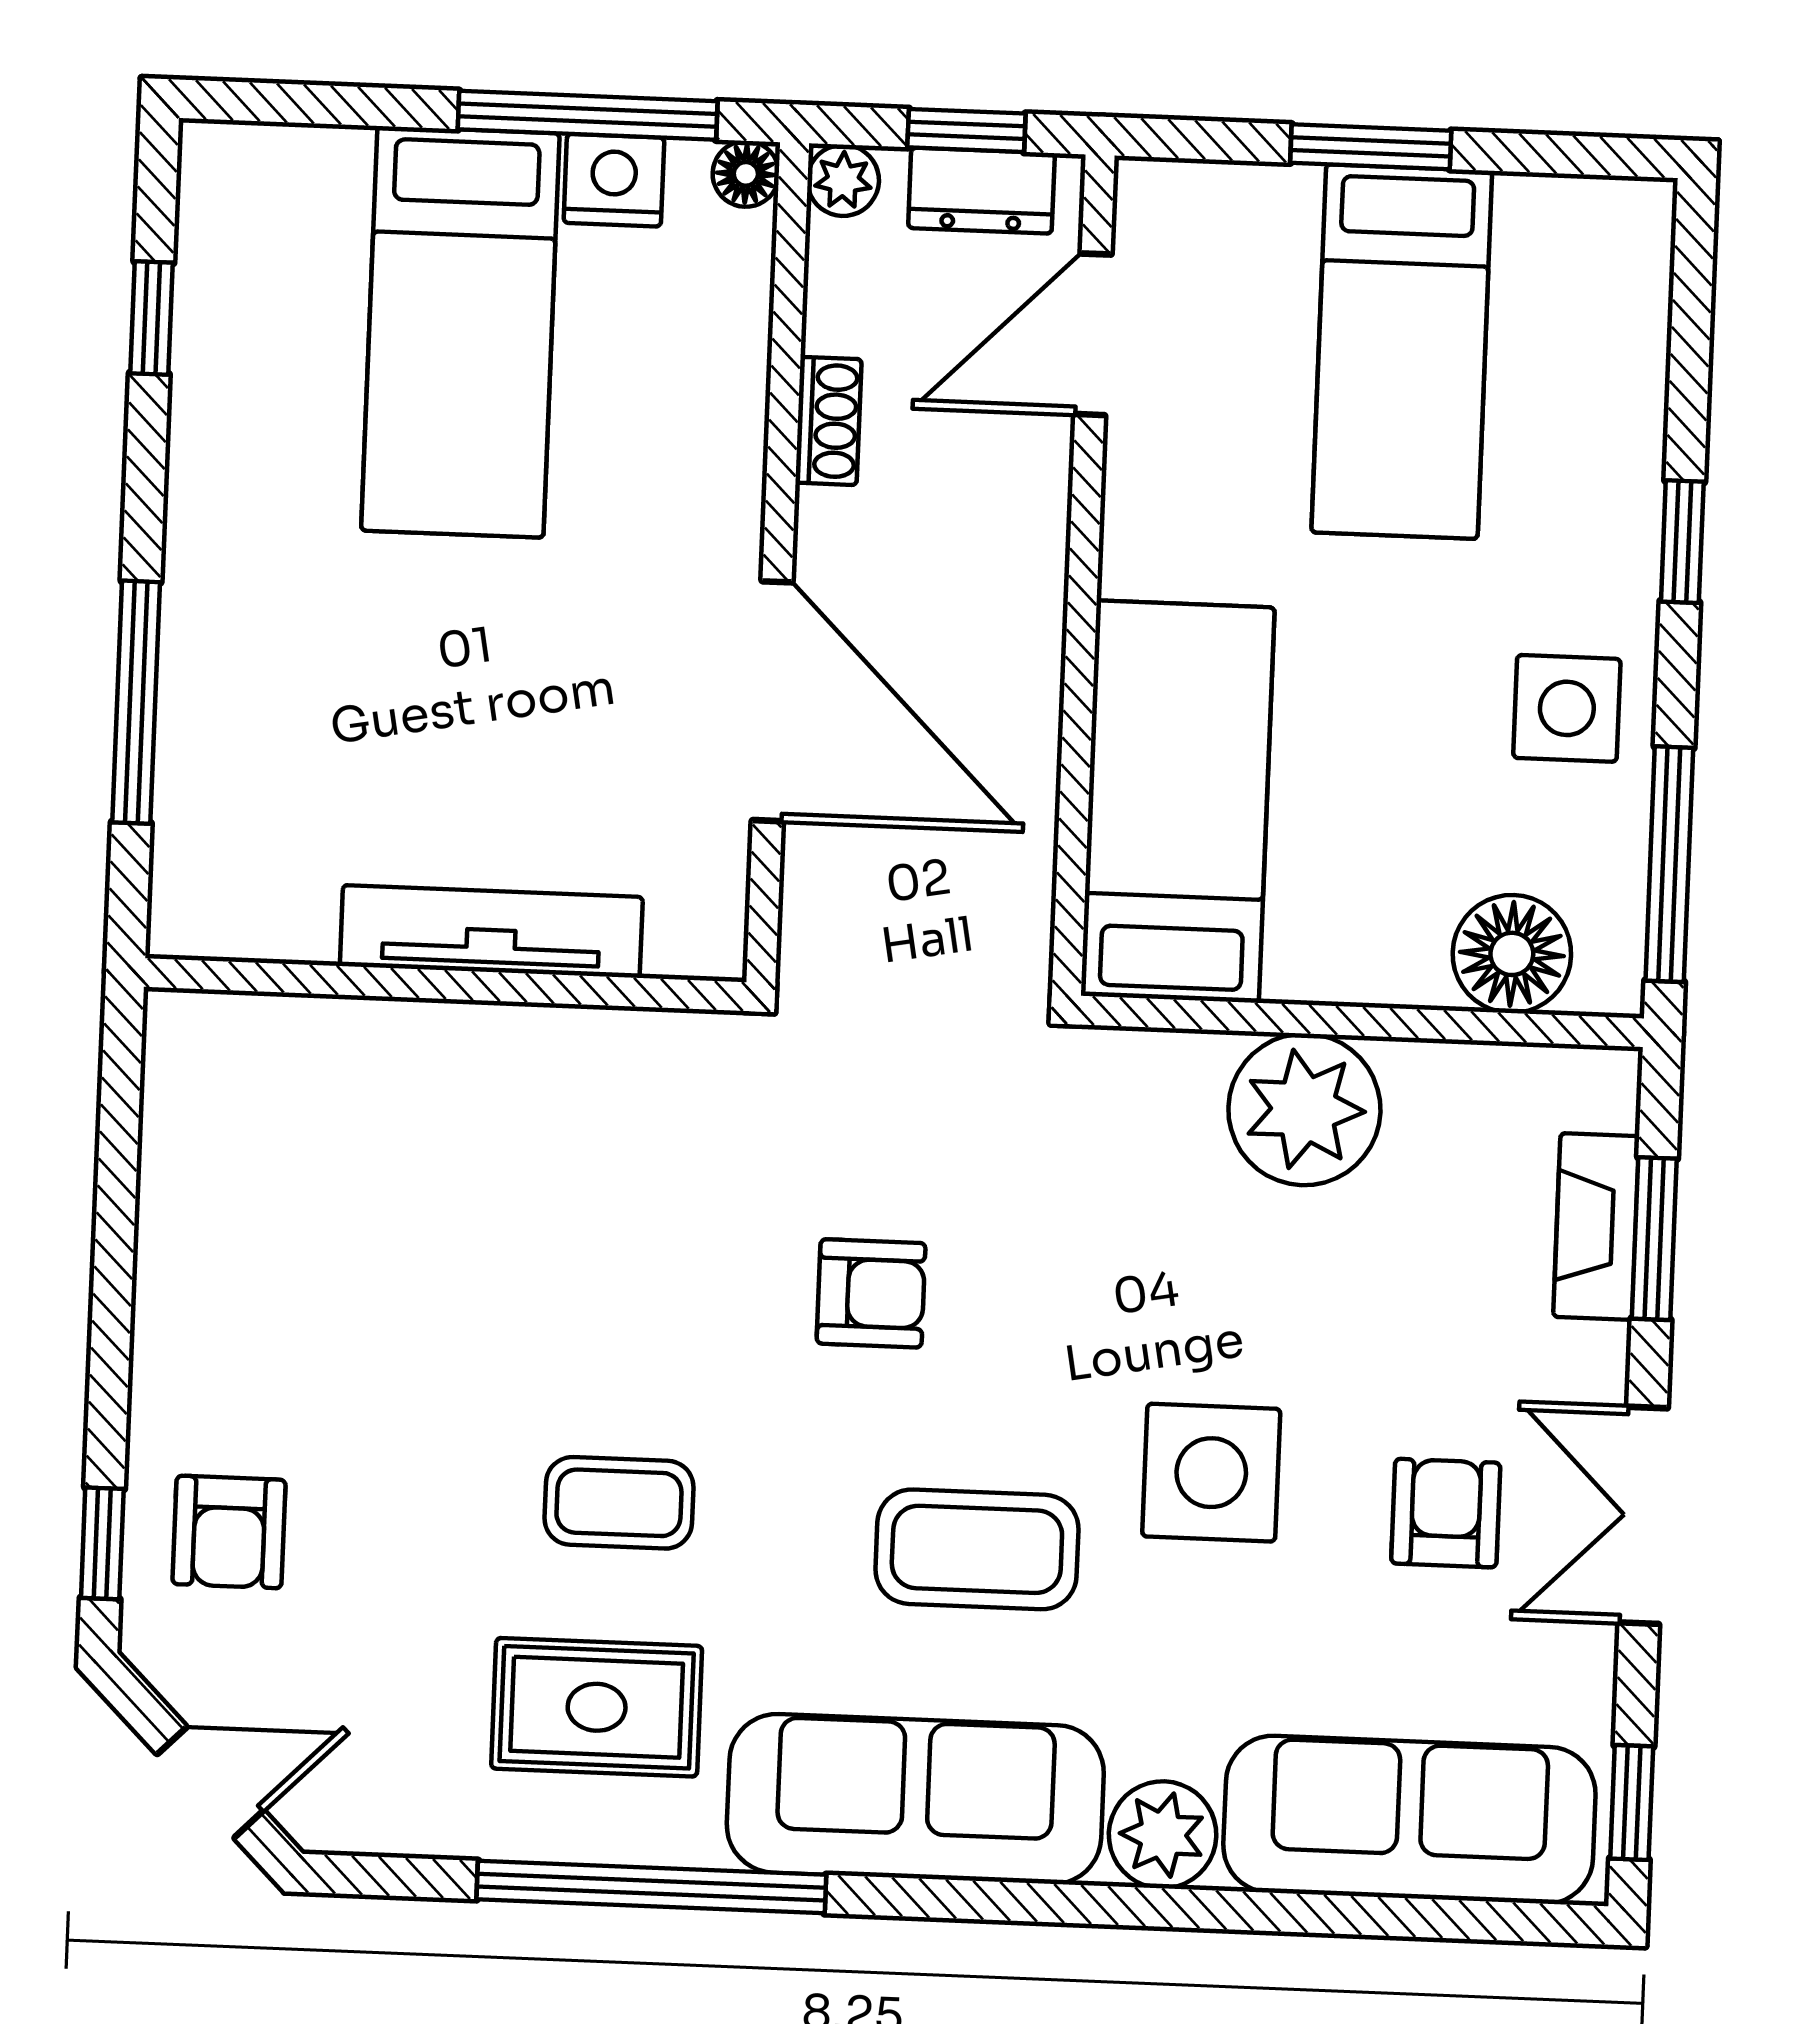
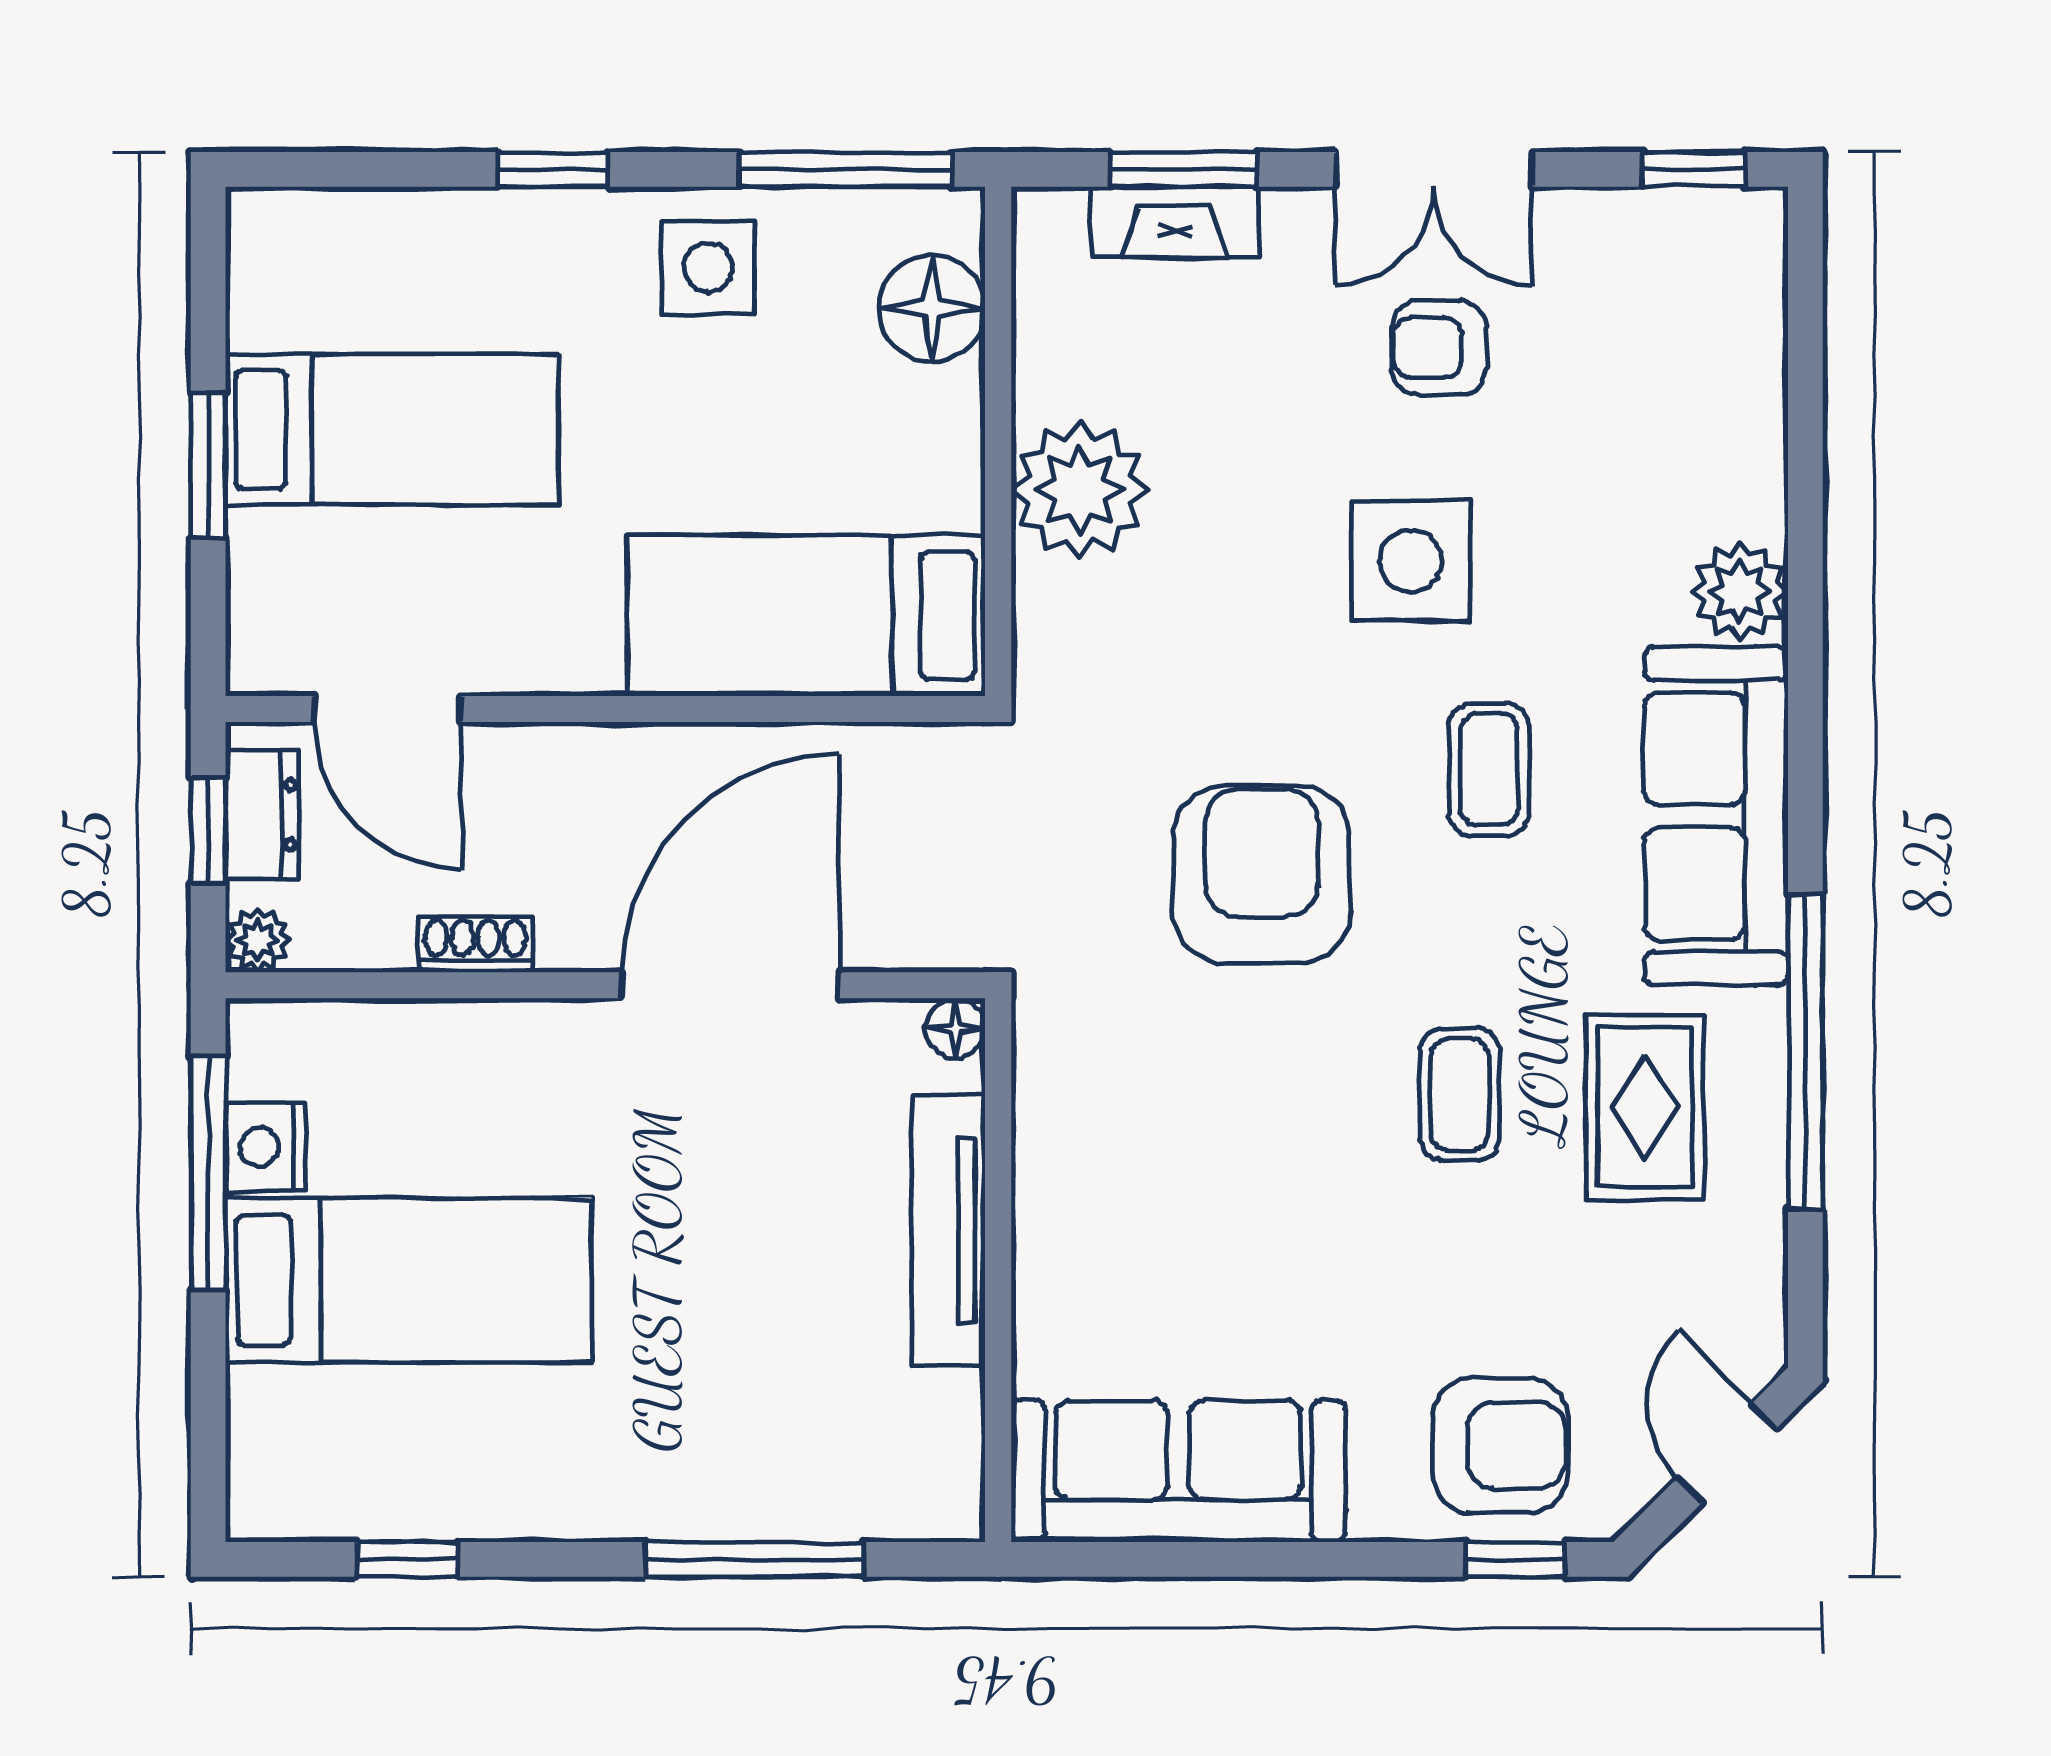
floor lamp: (746, 174) -> (955, 1028), moved
armchair: (871, 1293) -> (1261, 874), width x1.88, depth x1.88
armchair: (229, 1532) -> (1500, 1445), width x1.38, depth x1.38
coffee table: (977, 1549) -> (1489, 770), width x0.73, depth x0.77
sofa: (1409, 1820) -> (1178, 1471), moved, turned 90

